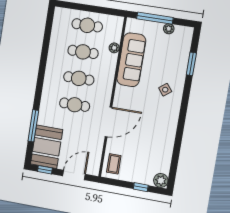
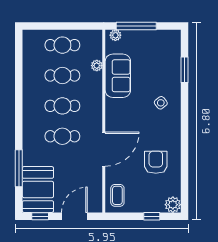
plant: (169, 29) -> (115, 35), moved
sofa: (131, 60) -> (118, 76), width x0.73
armchair: (152, 141) -> (156, 162), added

